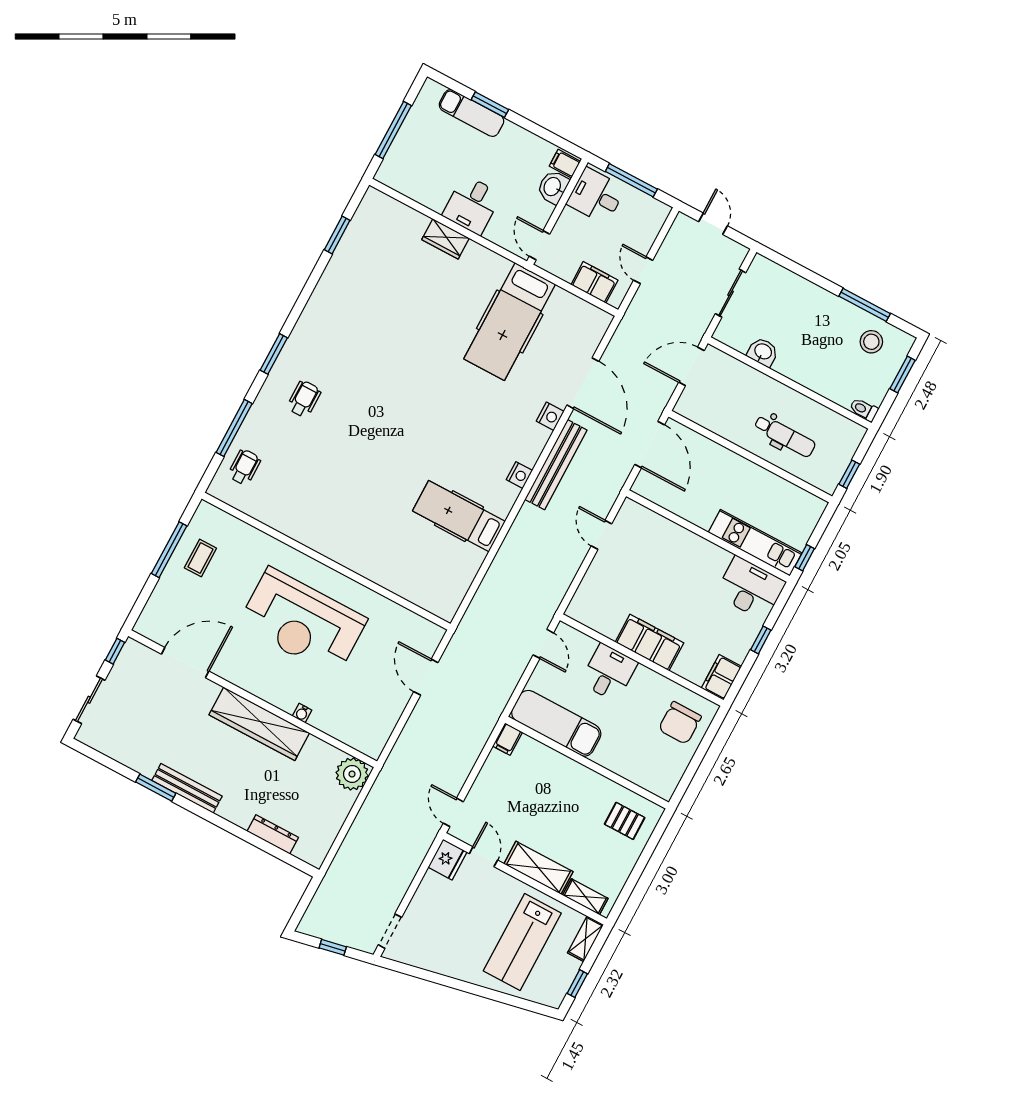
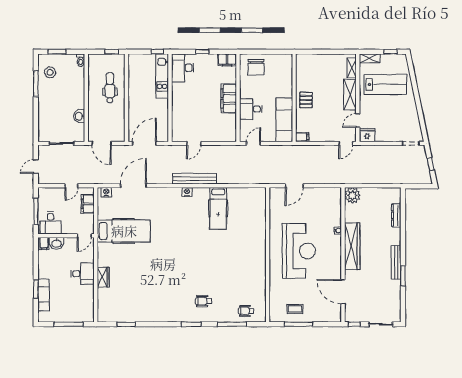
nightstand: (550, 416) -> (106, 192), moved
bench: (556, 465) -> (195, 179), moved
chair: (680, 723) -> (256, 67), turned 90
pallet: (625, 821) -> (306, 100), moved

